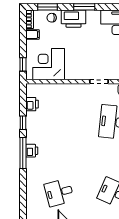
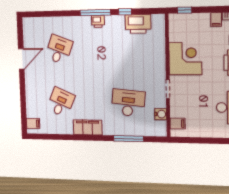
corner desk: (49, 64) -> (185, 59), moved
printer: (32, 104) -> (138, 24), width x1.87, depth x1.48
desk: (59, 192) -> (59, 50), turned 36

